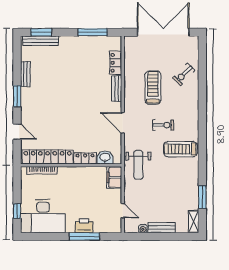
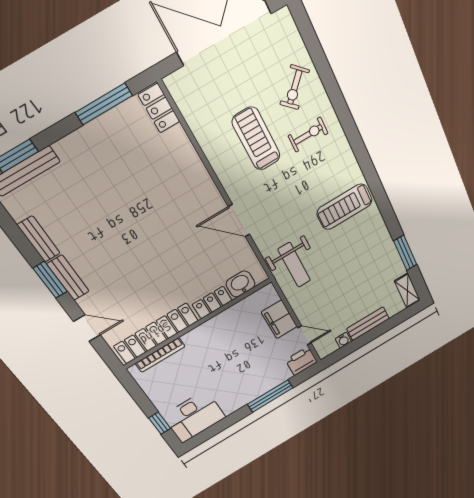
locker: (116, 63) -> (159, 108), moved
bench: (117, 88) -> (68, 278), moved
exercise bike: (163, 125) -> (308, 135), moved
filing cabinet: (114, 177) -> (279, 319), moved
desk: (43, 216) -> (194, 417), width x0.73, depth x0.77
printer: (84, 226) -> (301, 361), moved

